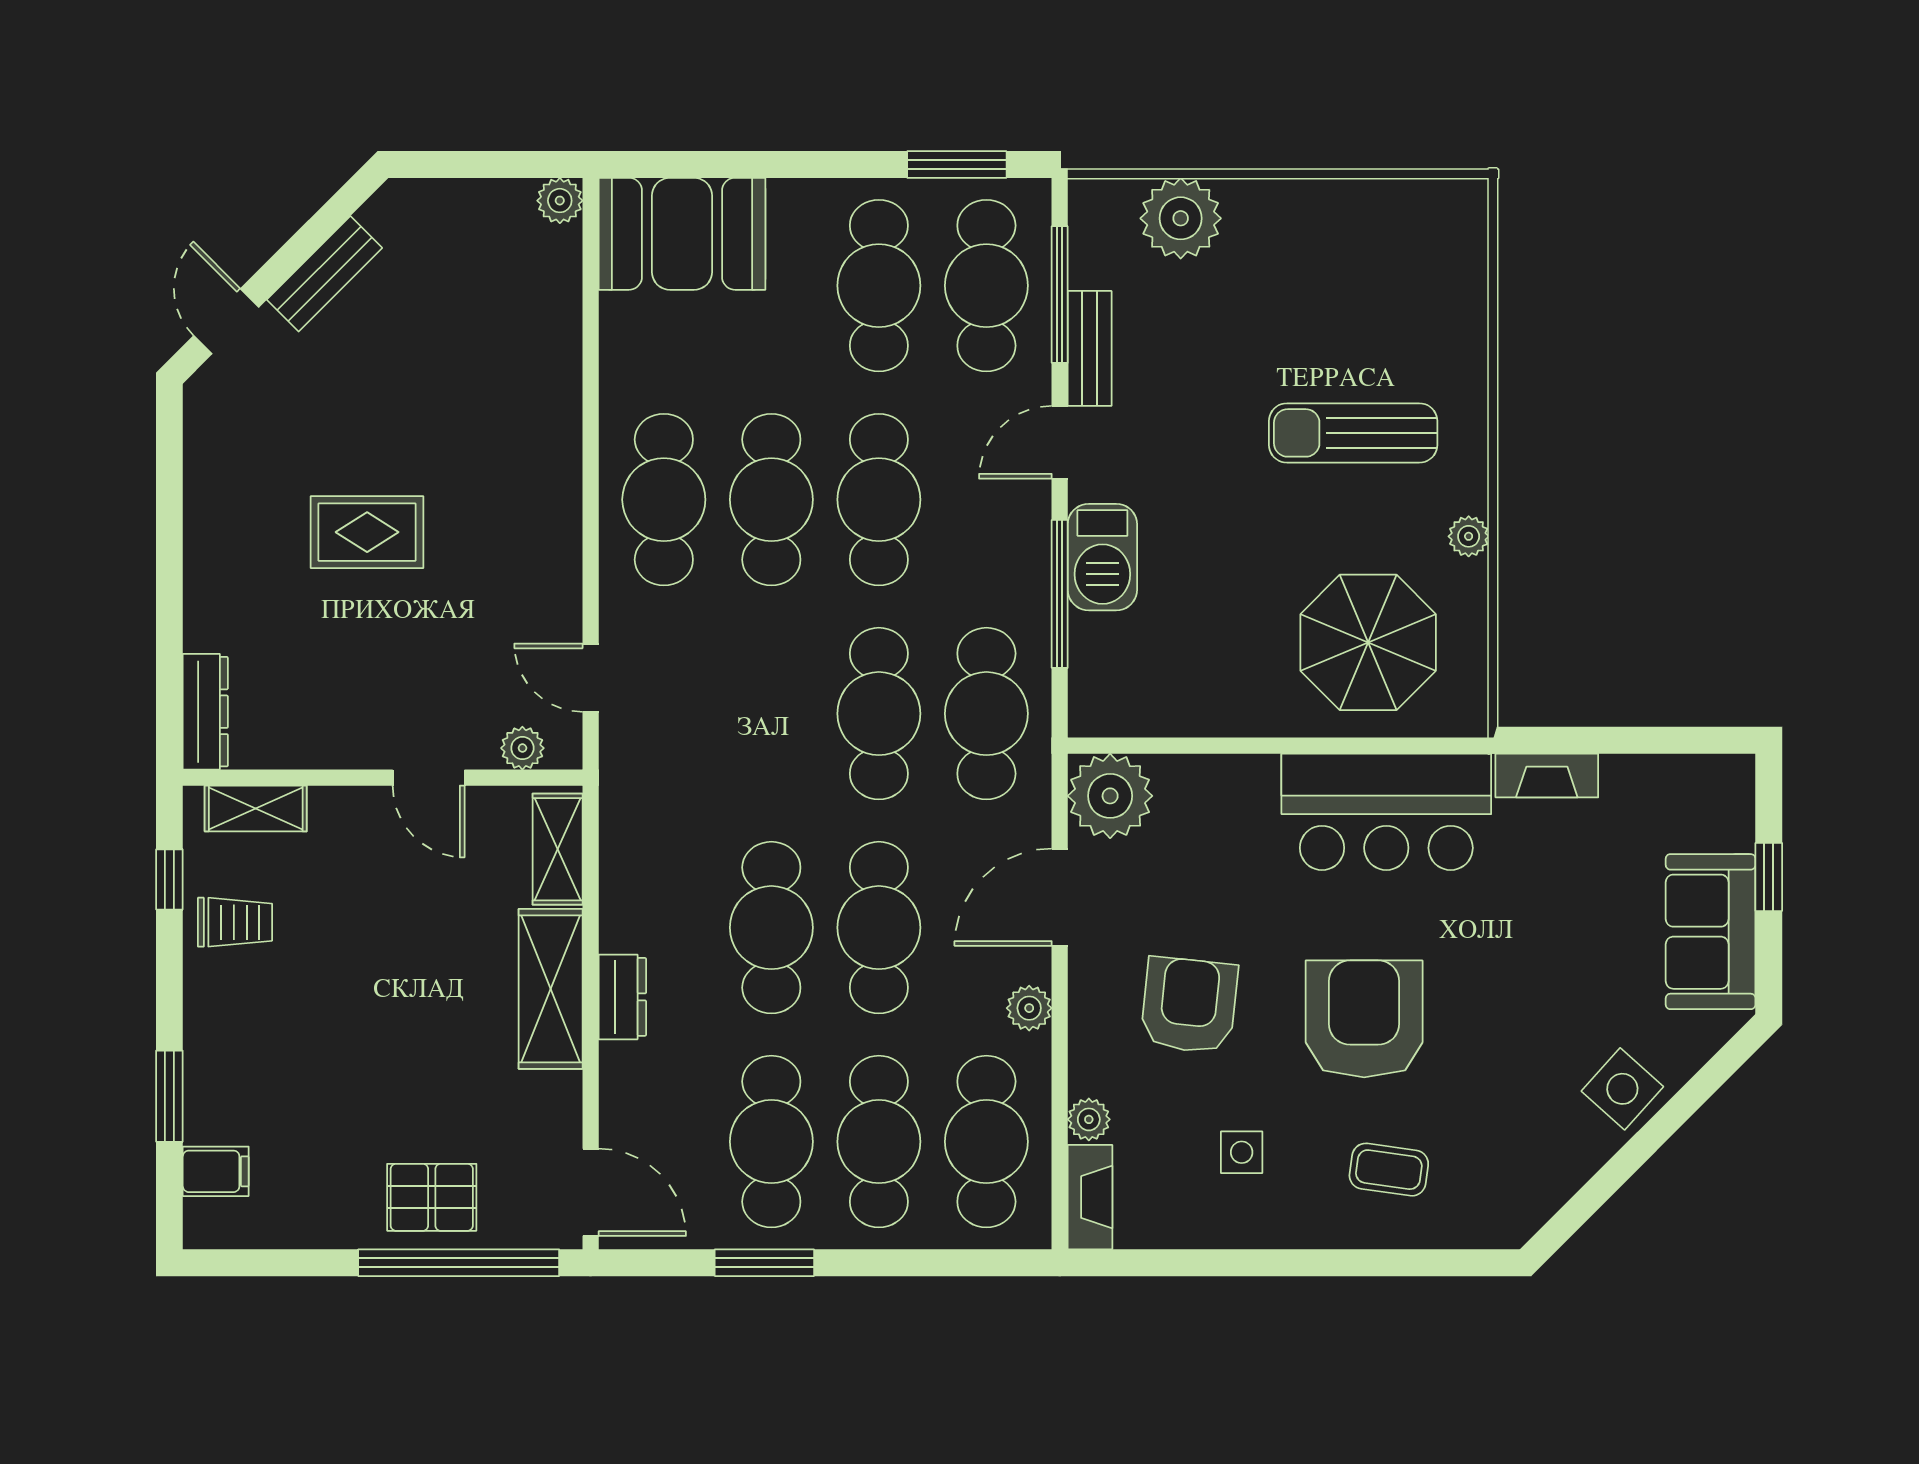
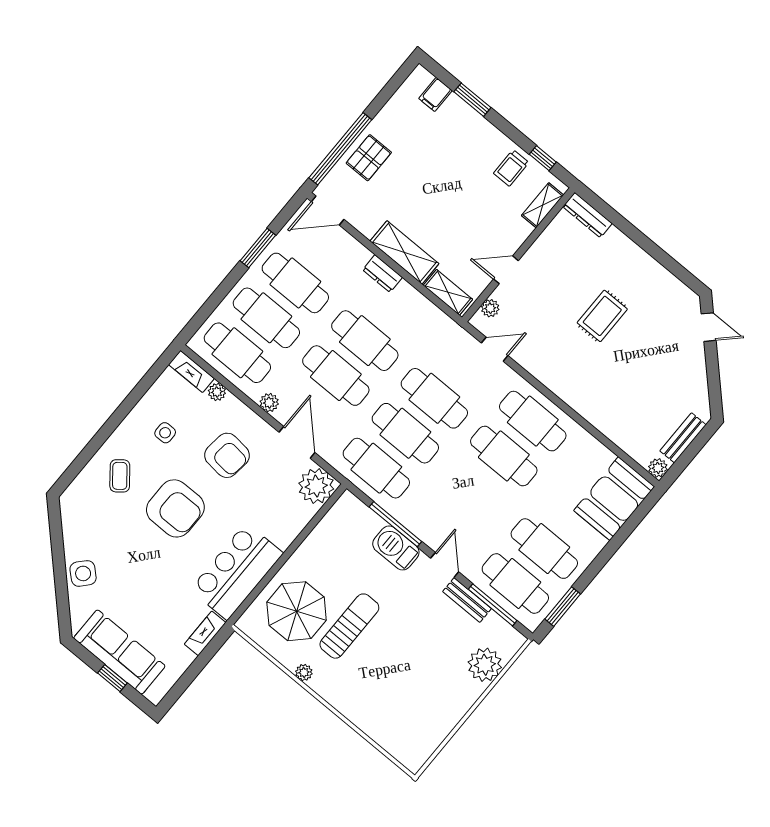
bench: (325, 274) -> (683, 438), moved, turned 45
sun lounger: (1353, 433) -> (349, 626), moved
cafe table: (879, 500) -> (434, 398), moved
sofa: (1711, 932) -> (119, 652), width x1.36
coffee table: (1389, 1170) -> (120, 476), turned -47

